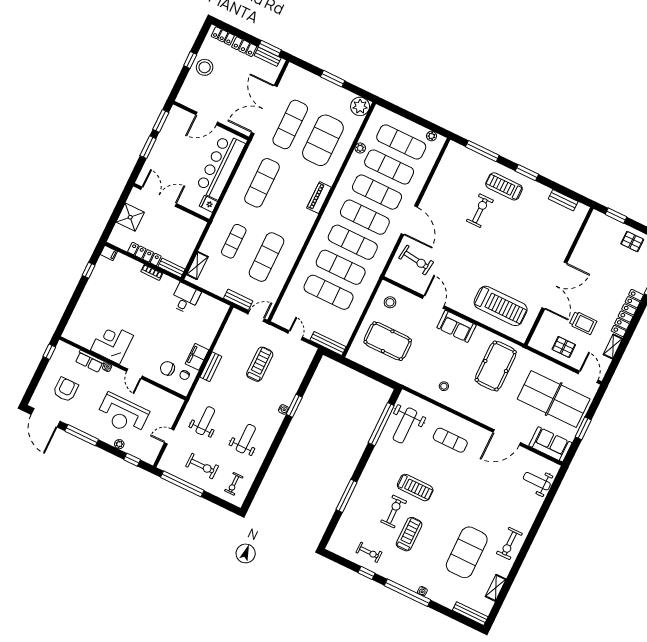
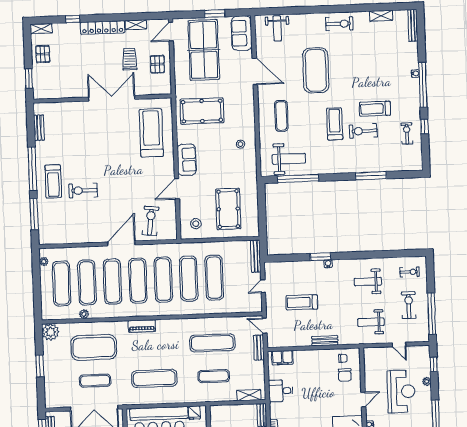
exercise mat: (290, 124) -> (95, 381), width x0.73, depth x0.69
window: (527, 173) -> (32, 169), width x2.11
filing cabinet: (197, 357) -> (282, 358), moved
exercise mat: (467, 552) -> (316, 70), moved, turned 90

